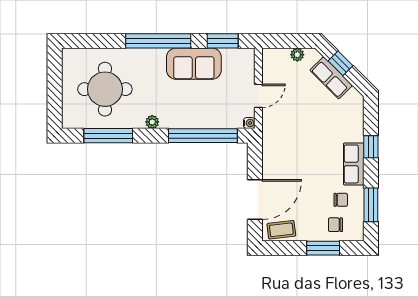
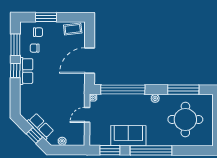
window: (371, 147) -> (15, 71), moved
door: (255, 200) -> (90, 61), moved

